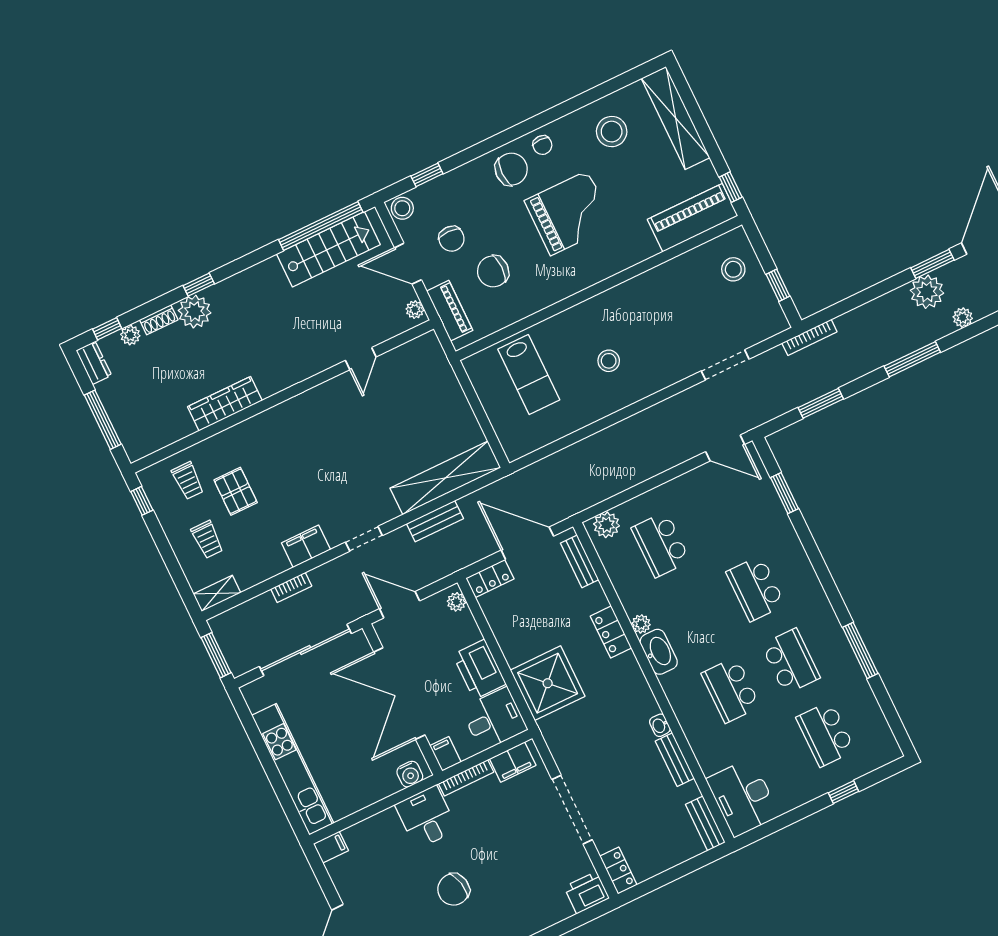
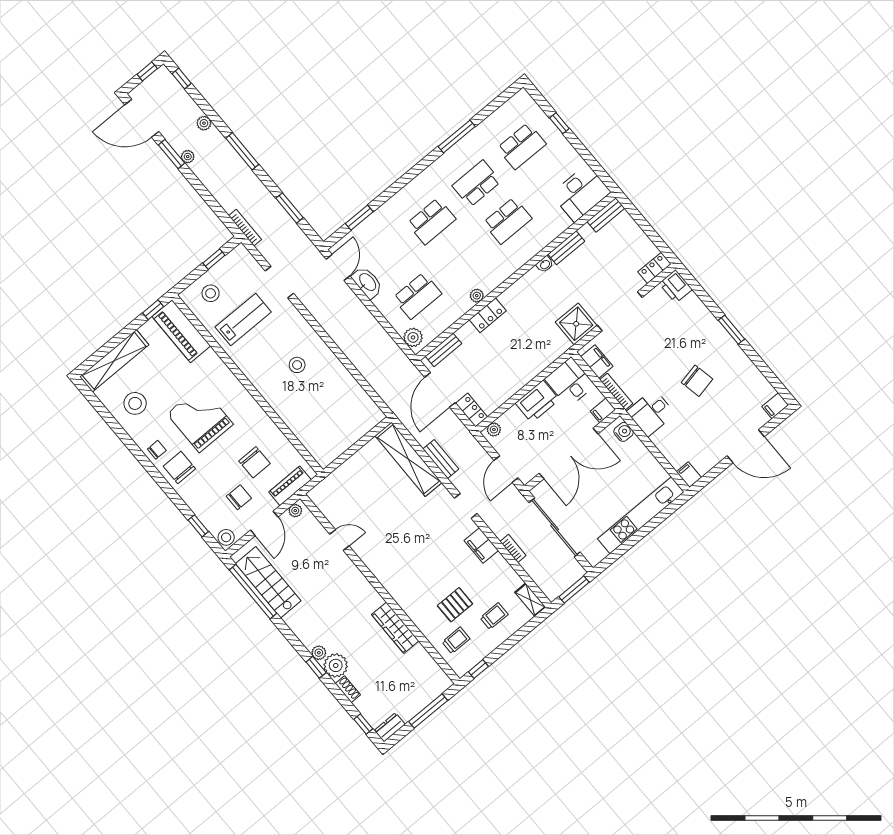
plant: (927, 292) -> (188, 157), width x0.53, depth x0.53
plant: (130, 335) -> (319, 653), moved
lab bench: (529, 375) -> (243, 320), moved
washbasin: (659, 652) -> (367, 282), moved, turned 90
shower: (548, 683) -> (576, 324), moved, width x0.73, depth x0.73

